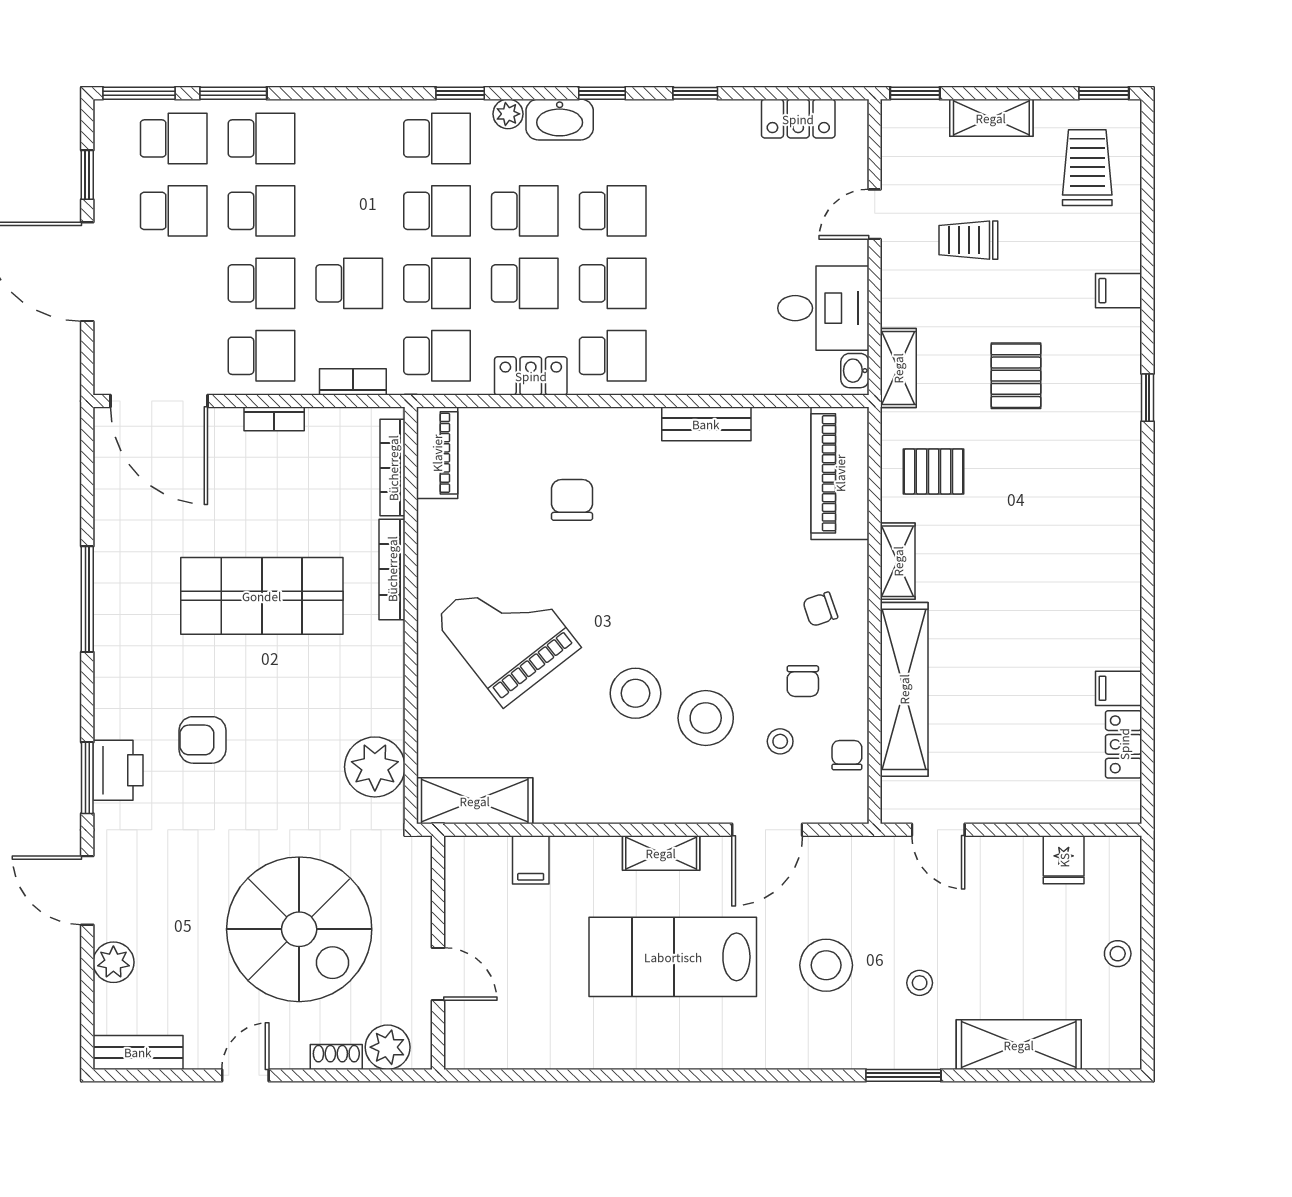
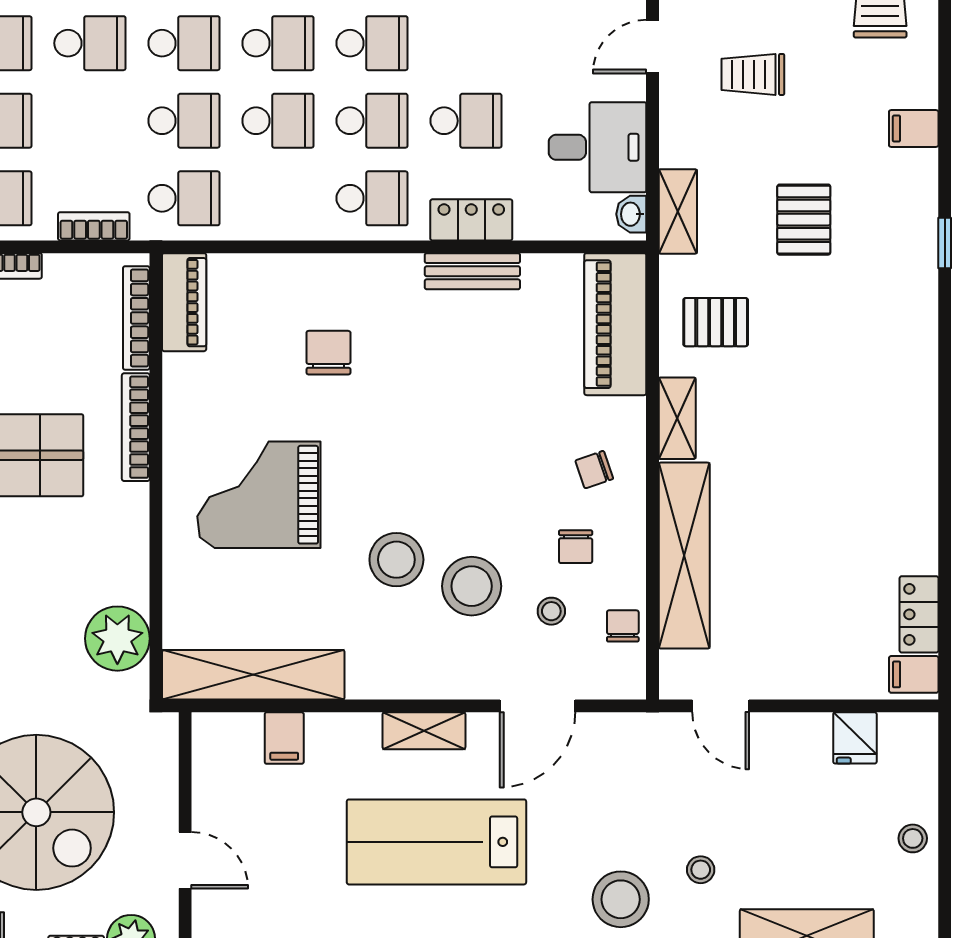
school desk: (349, 283) -> (90, 43), moved
school desk: (700, 283) -> (466, 121), added
locker: (531, 376) -> (471, 220), moved
grand piano: (507, 633) -> (259, 495), turned -52
filing cabinet: (1119, 688) -> (914, 674), moved
shelving: (475, 801) -> (253, 675), width x1.47
stool: (826, 965) -> (621, 899), moved

